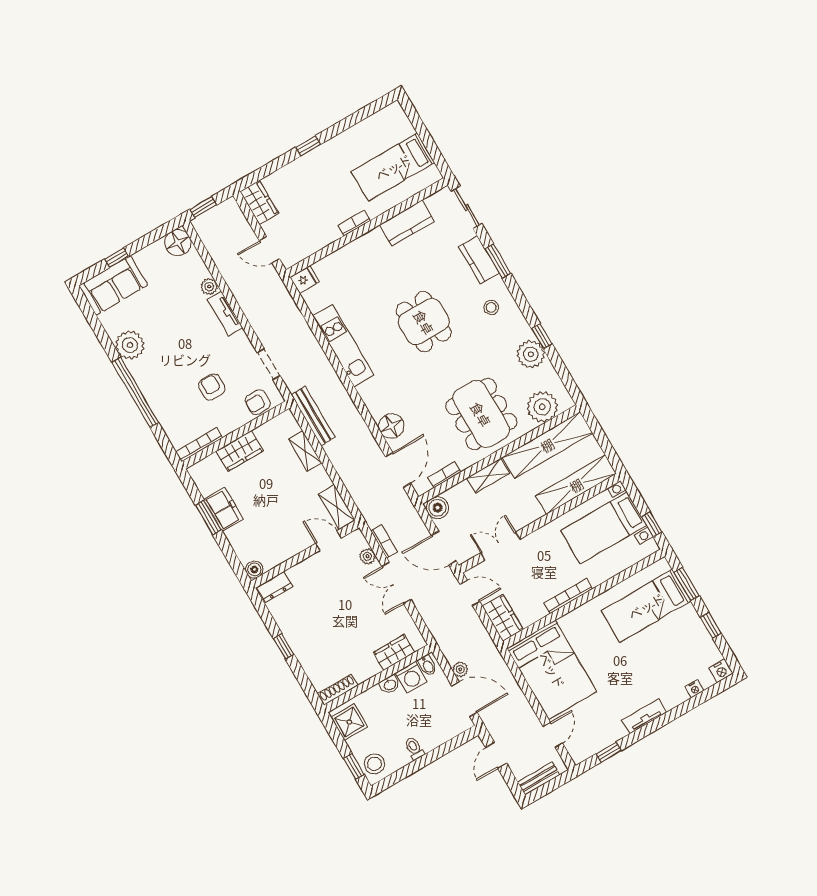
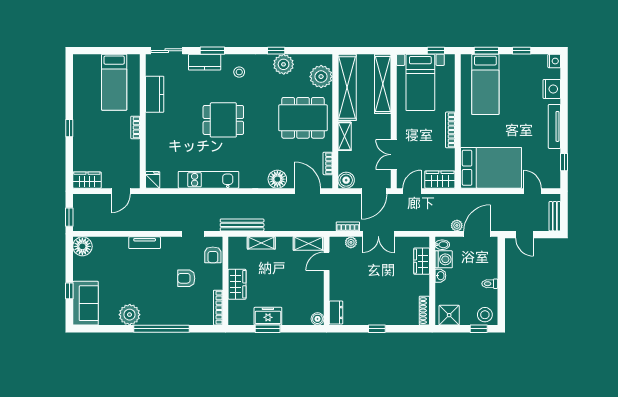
plant: (209, 287) -> (122, 243), removed
nightstand: (694, 689) -> (552, 89), width x1.89, depth x1.79
tv unit: (644, 716) -> (554, 126), width x1.41

